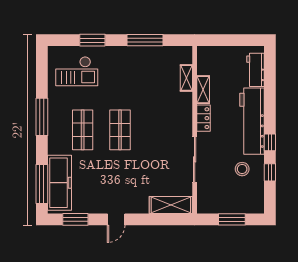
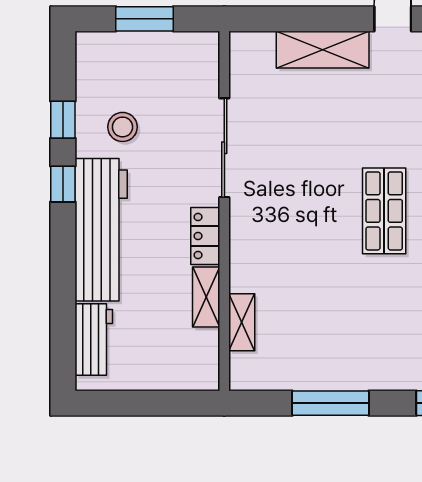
shelving: (171, 205) -> (323, 50), moved

